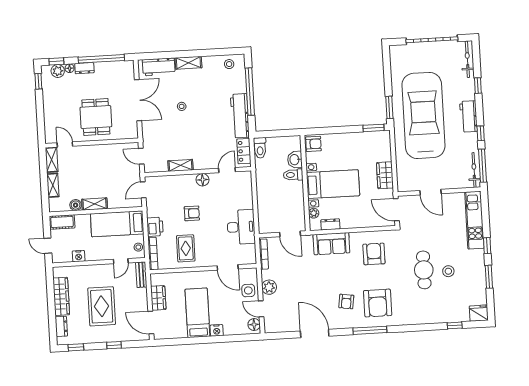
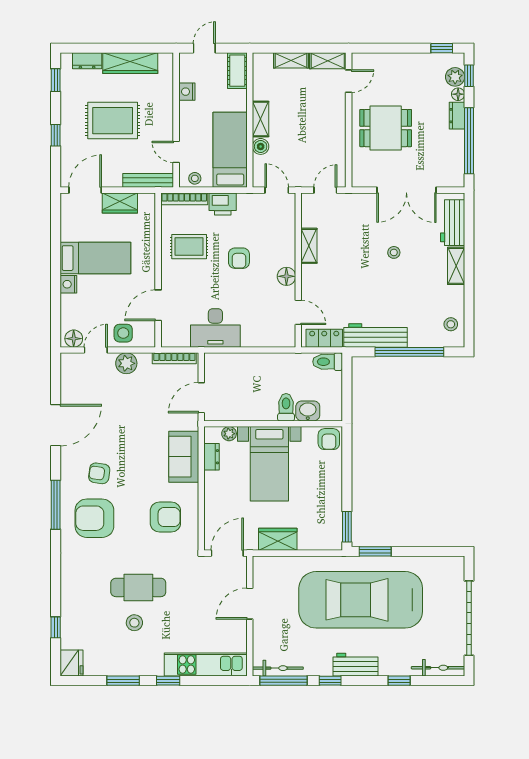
car: (423, 115) -> (361, 600), turned 180
boiler: (76, 205) -> (261, 146), moved
bench: (141, 275) -> (148, 180), width x1.36

